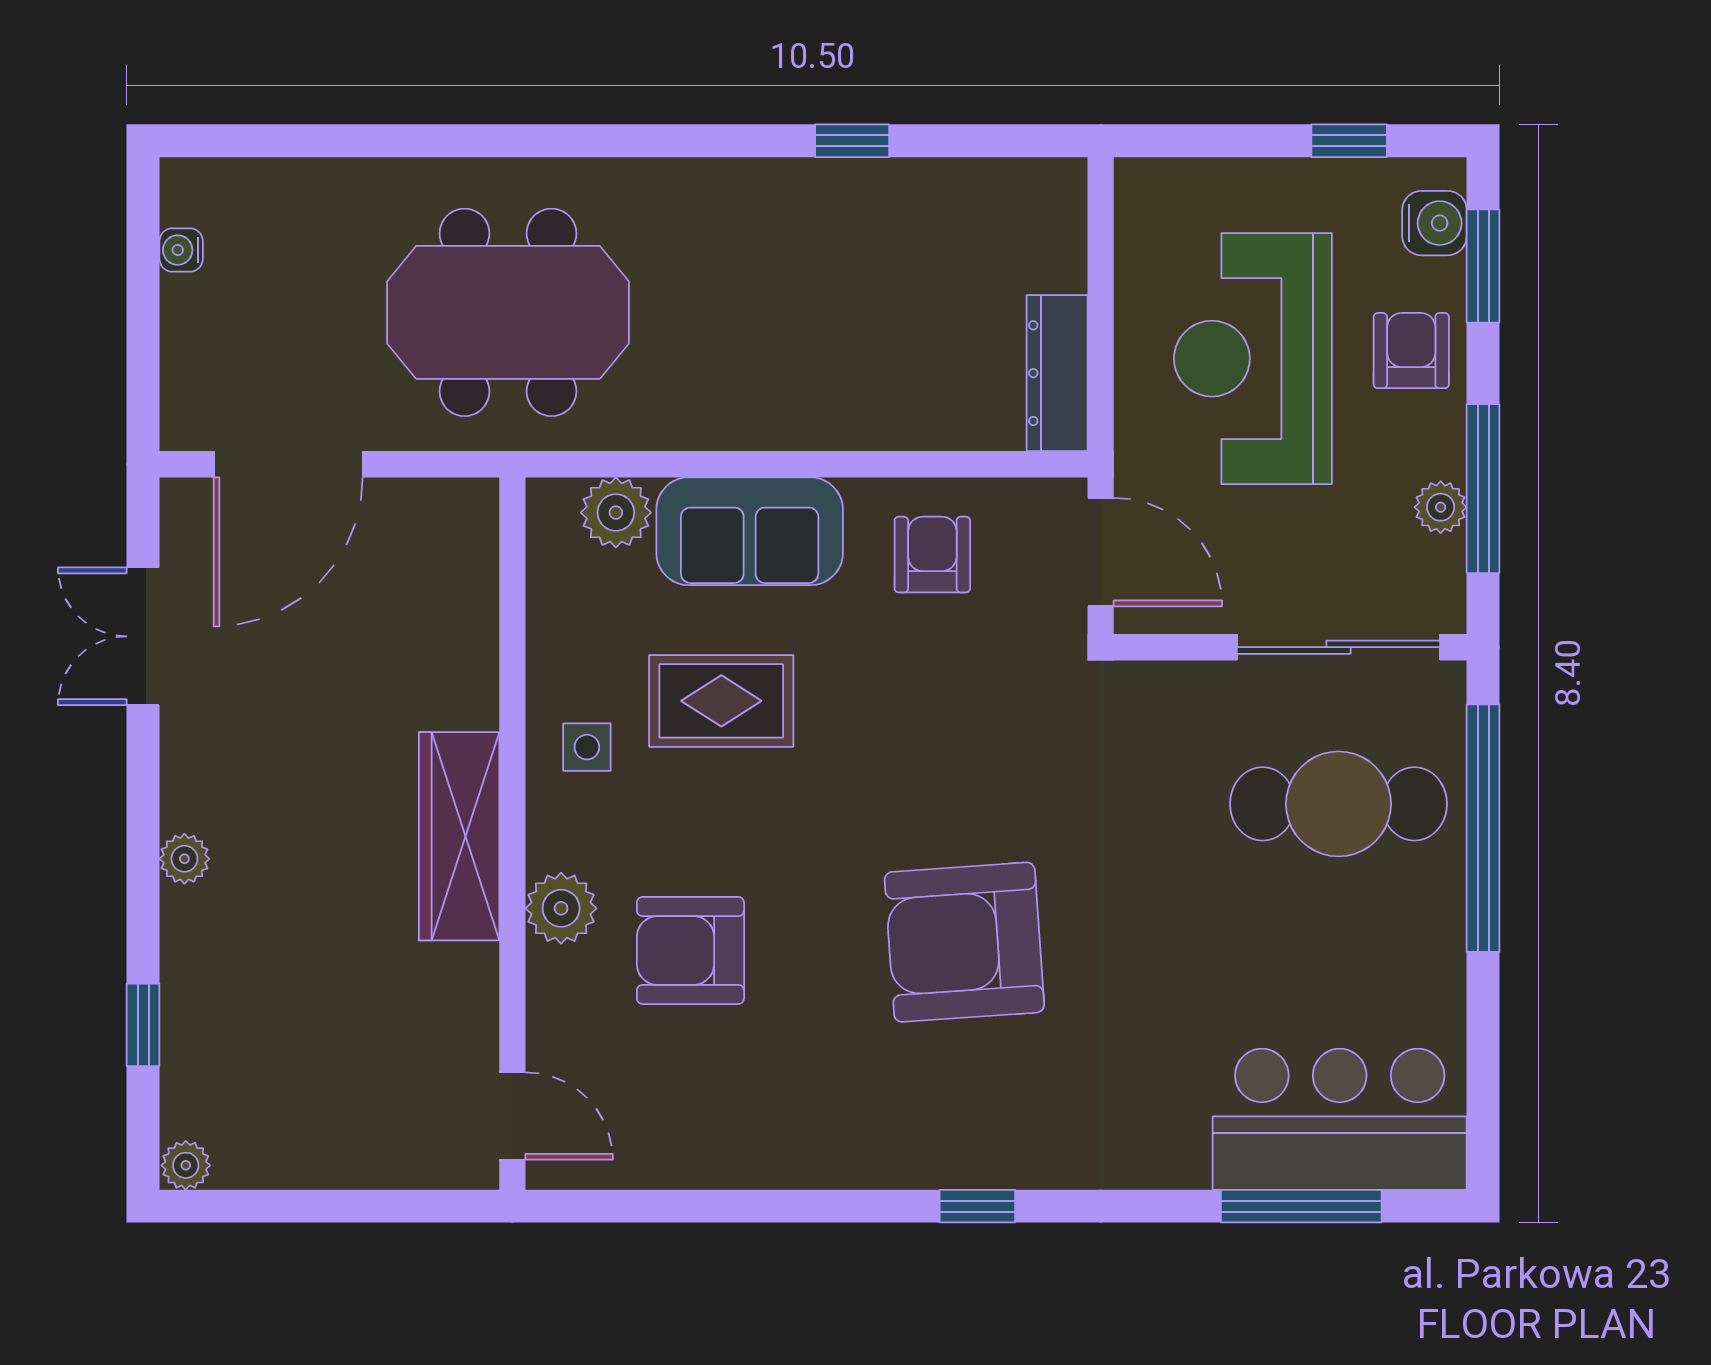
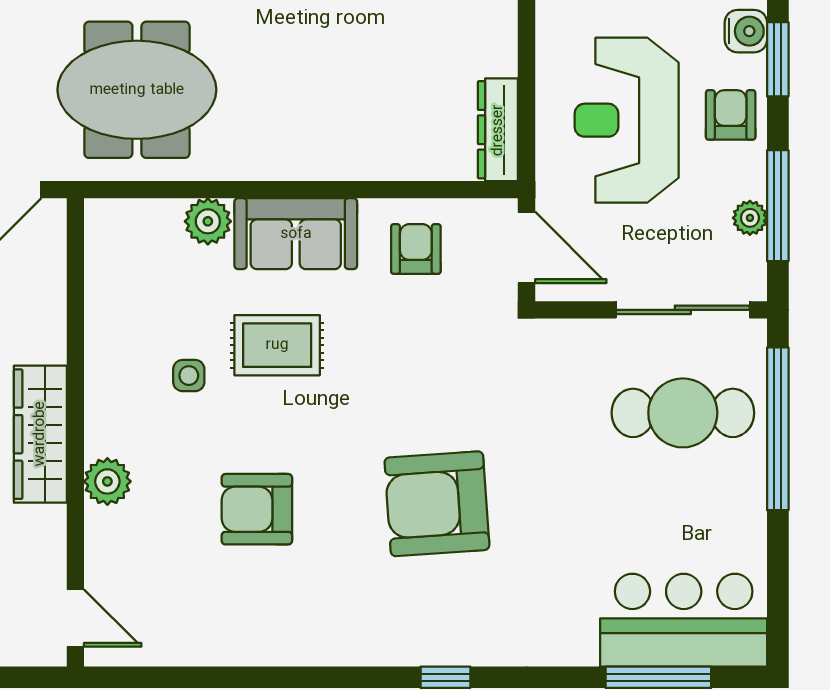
wall: (512, 834) -> (75, 432), moved
wardrobe: (459, 836) -> (40, 434), moved
plant: (561, 908) -> (107, 481), moved
door: (512, 1116) -> (75, 618), moved

